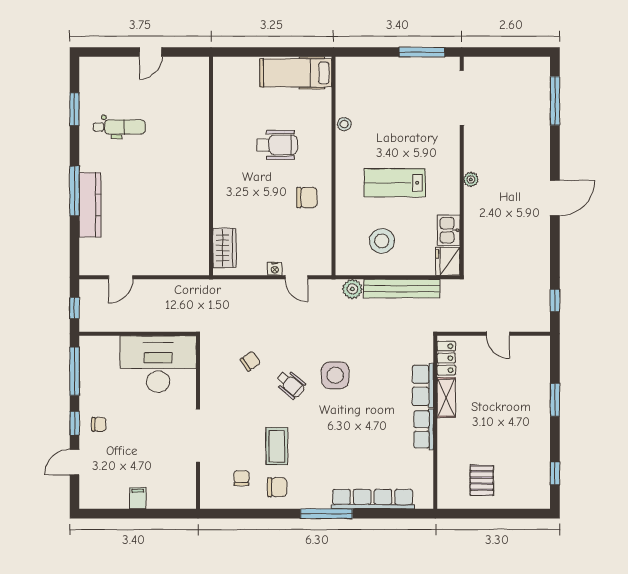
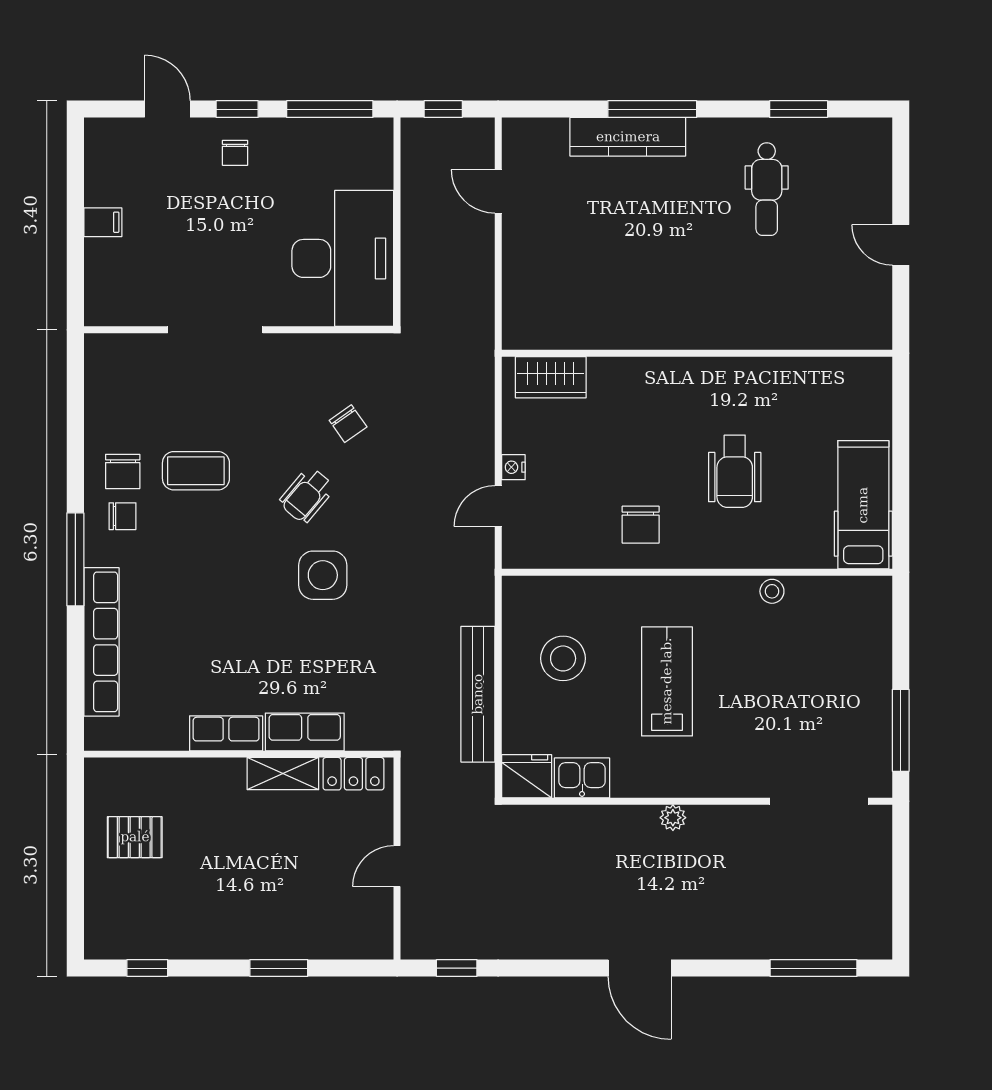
plant: (352, 289) -> (477, 606), removed
chair: (241, 478) -> (123, 516), moved

